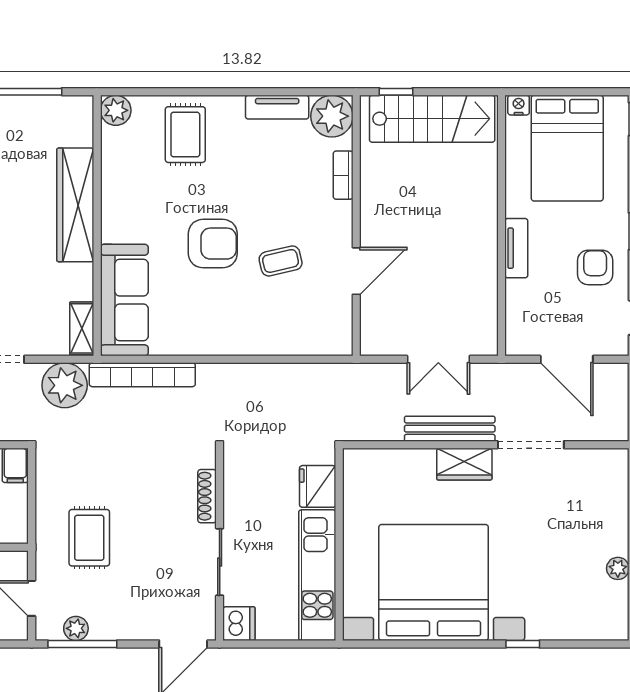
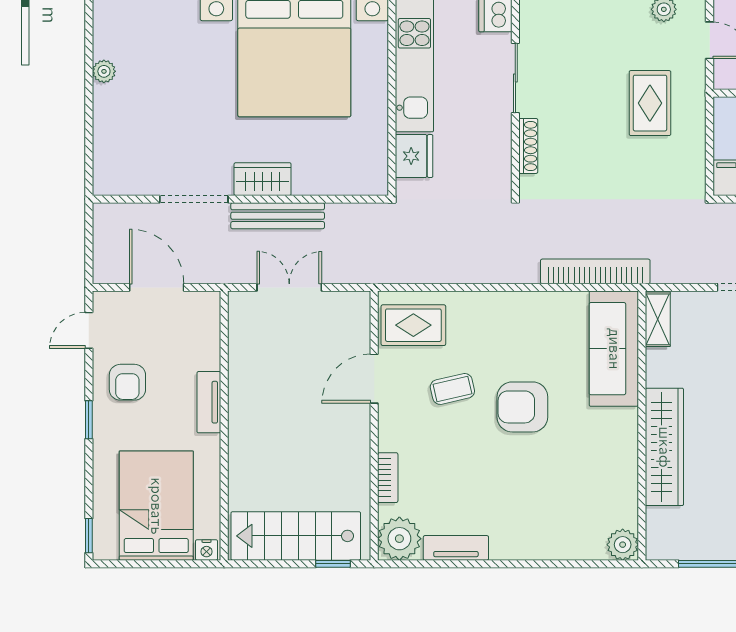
rug: (185, 135) -> (413, 325), moved, turned 90
plant: (65, 385) -> (676, 261), removed

